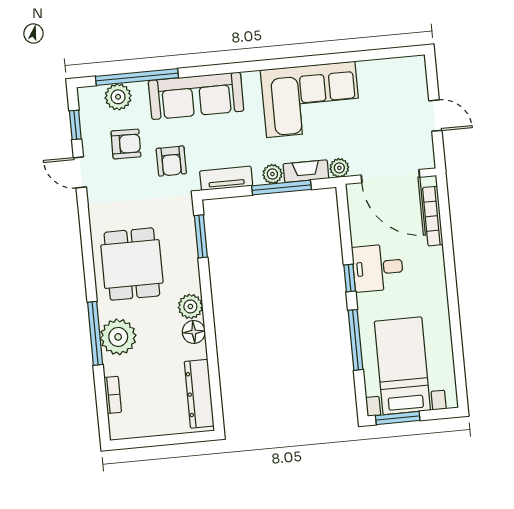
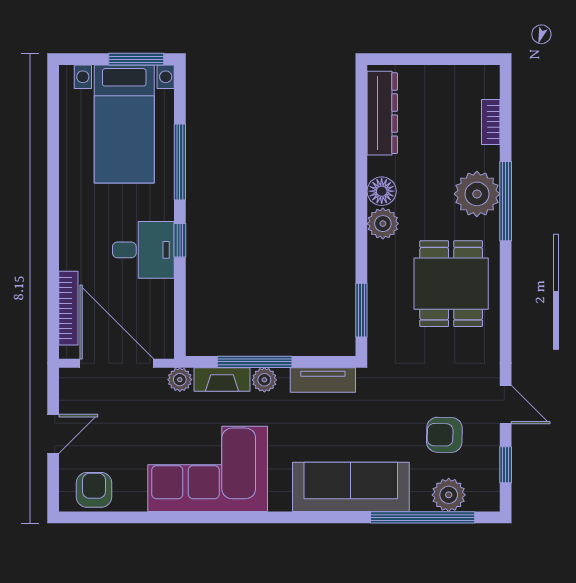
door: (435, 116) -> (53, 434), swing flipped
armchair: (171, 161) -> (94, 490), moved

